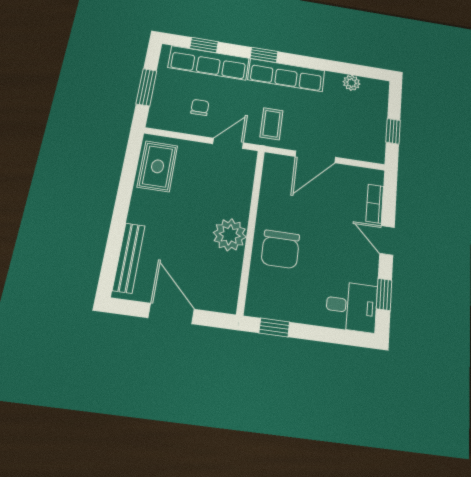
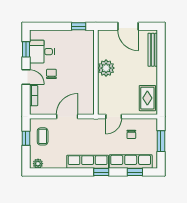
plant: (351, 83) -> (38, 164), moved
coffee table: (271, 124) -> (43, 136), moved
chair: (280, 249) -> (51, 74), moved, width x0.54, depth x0.54
desk: (352, 306) -> (42, 52), moved

